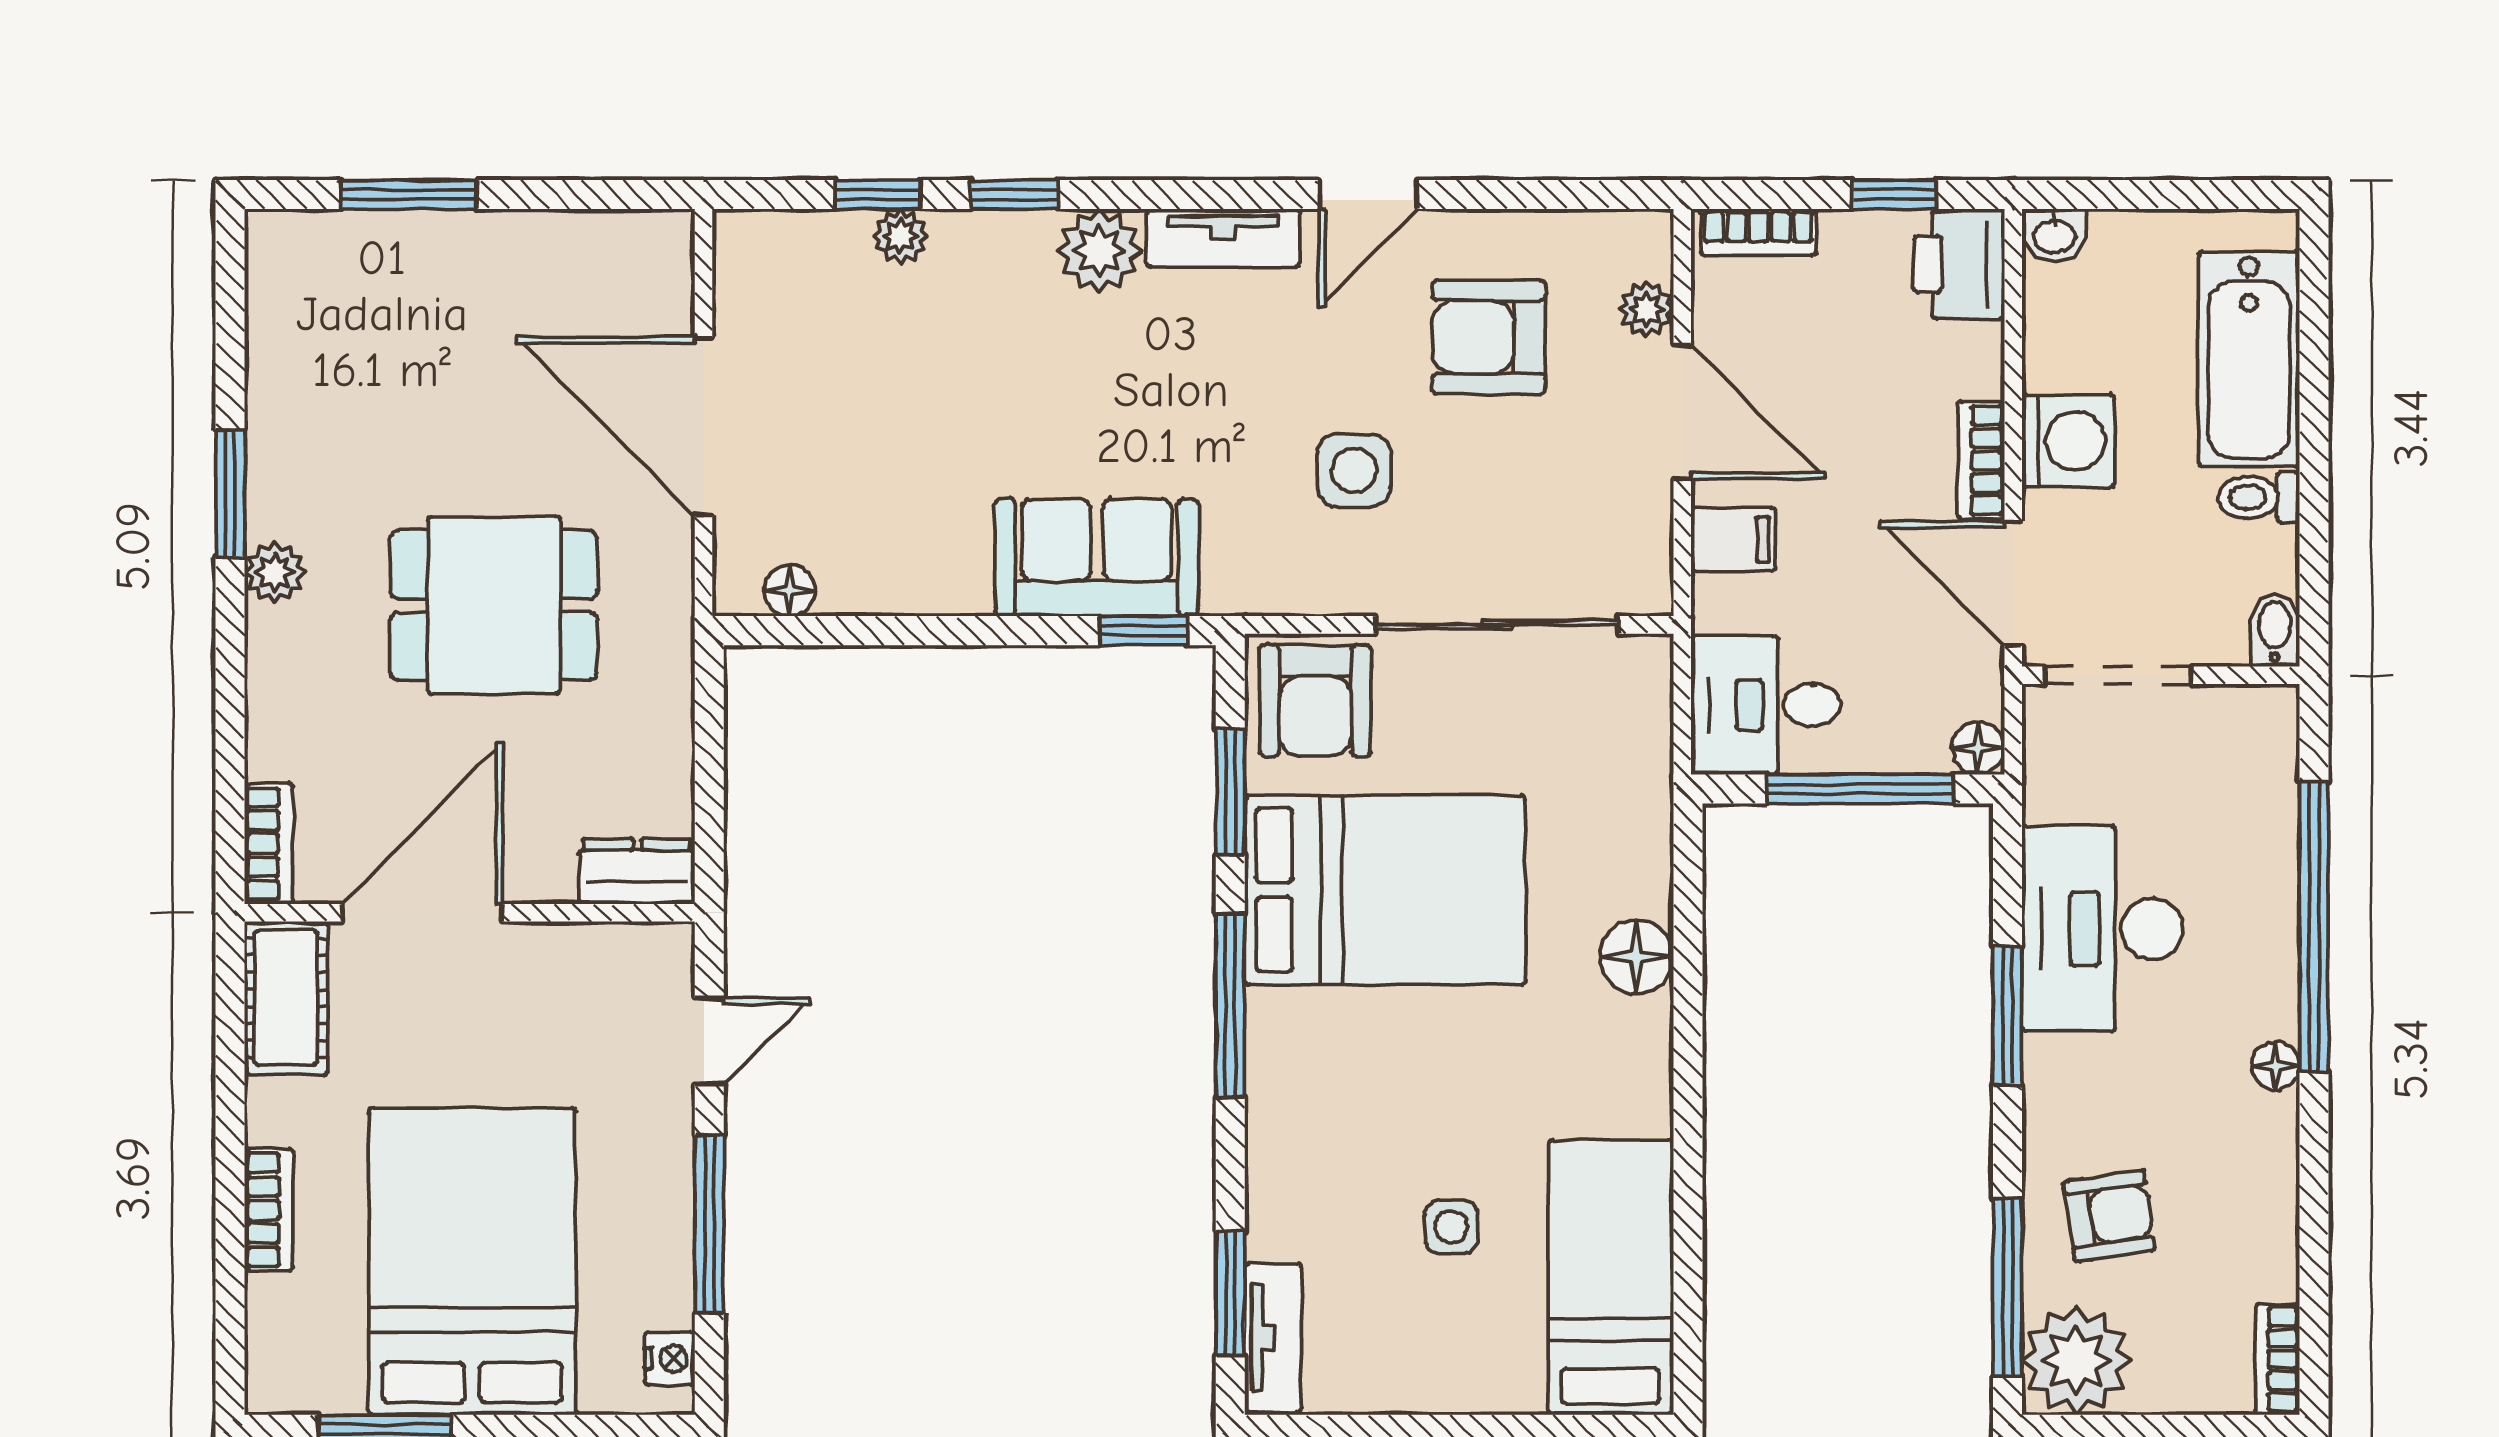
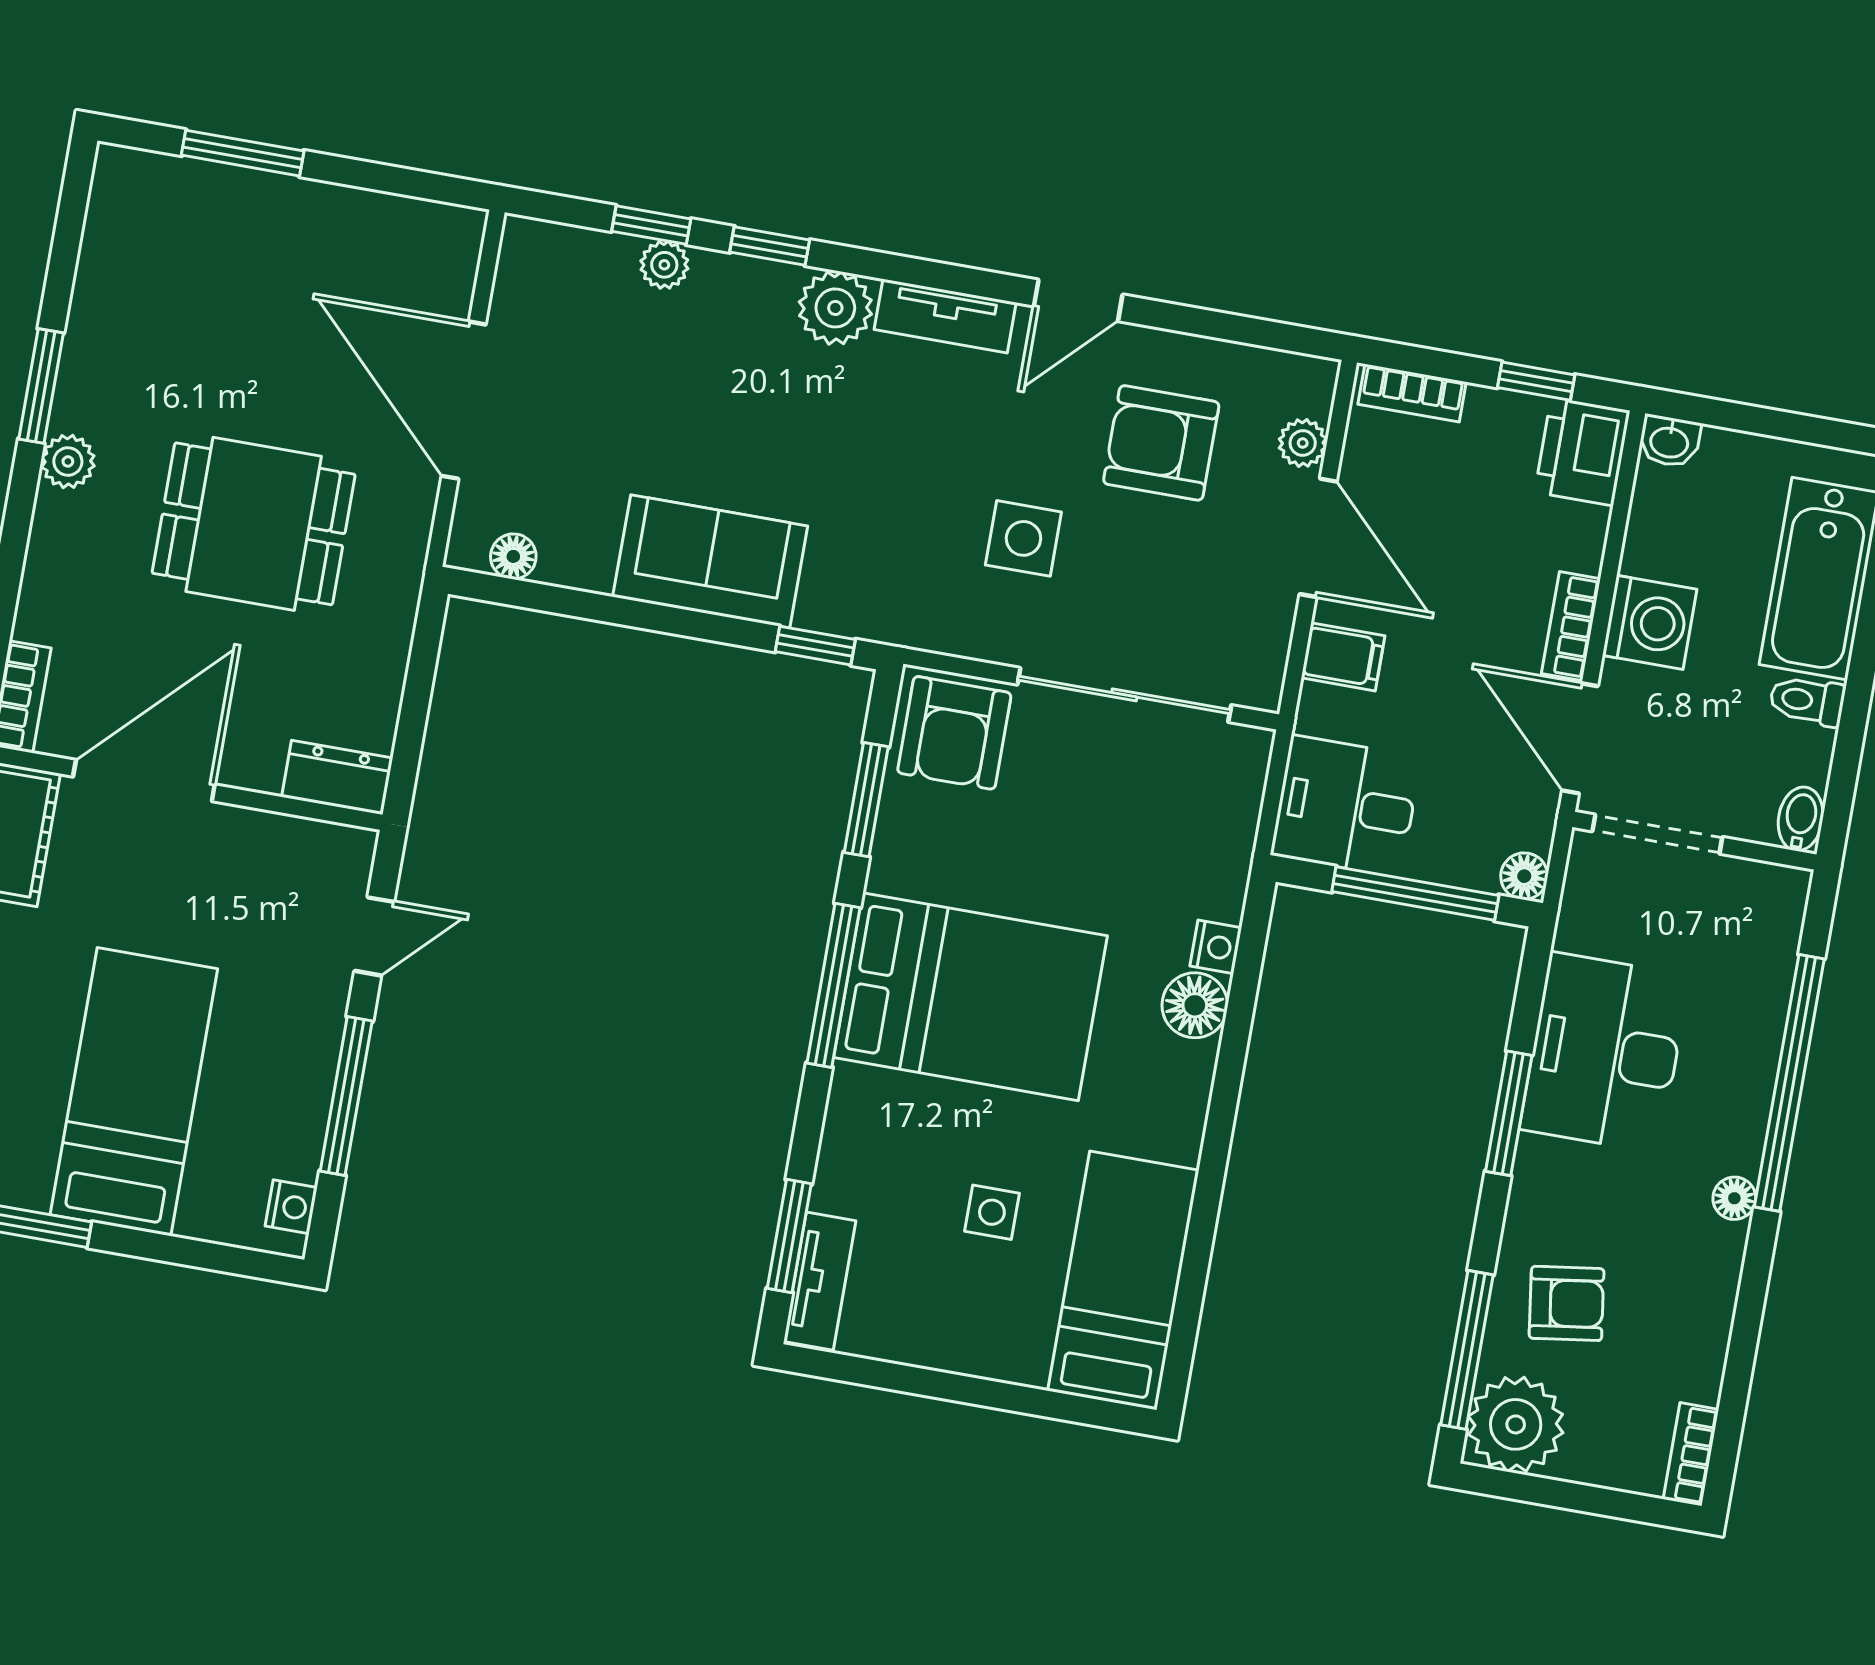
sofa: (1097, 557) -> (710, 561), moved
nightstand: (1649, 888) -> (1216, 947), added
bed: (1385, 890) -> (970, 997), moved
bed: (472, 1261) -> (134, 1092), width x0.67

